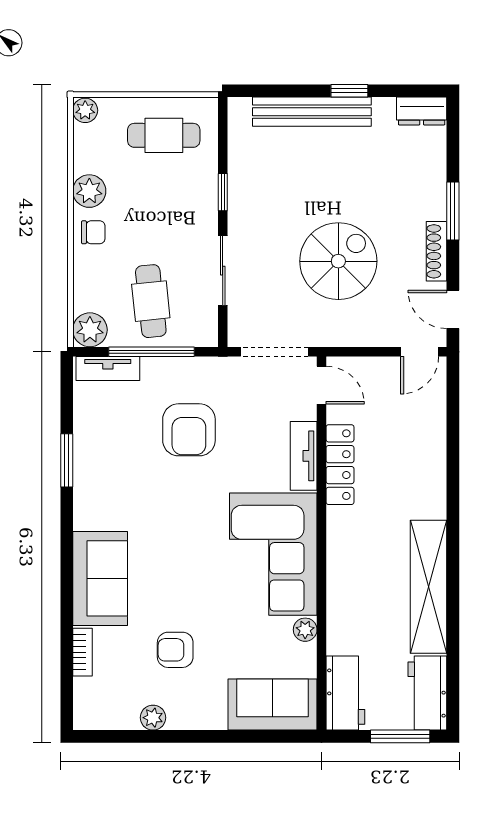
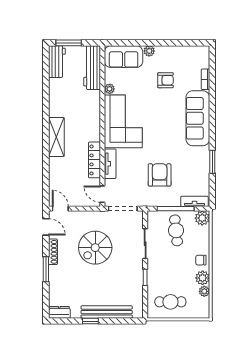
plant: (85, 110) -> (204, 291), moved
door: (420, 352) -> (60, 209), hinge flipped
sofa: (100, 578) -> (198, 118), width x1.36
shelving: (429, 587) -> (56, 137), moved, width x0.68
workbench: (345, 693) -> (92, 68), width x1.38
plant: (153, 718) -> (149, 51), moved

